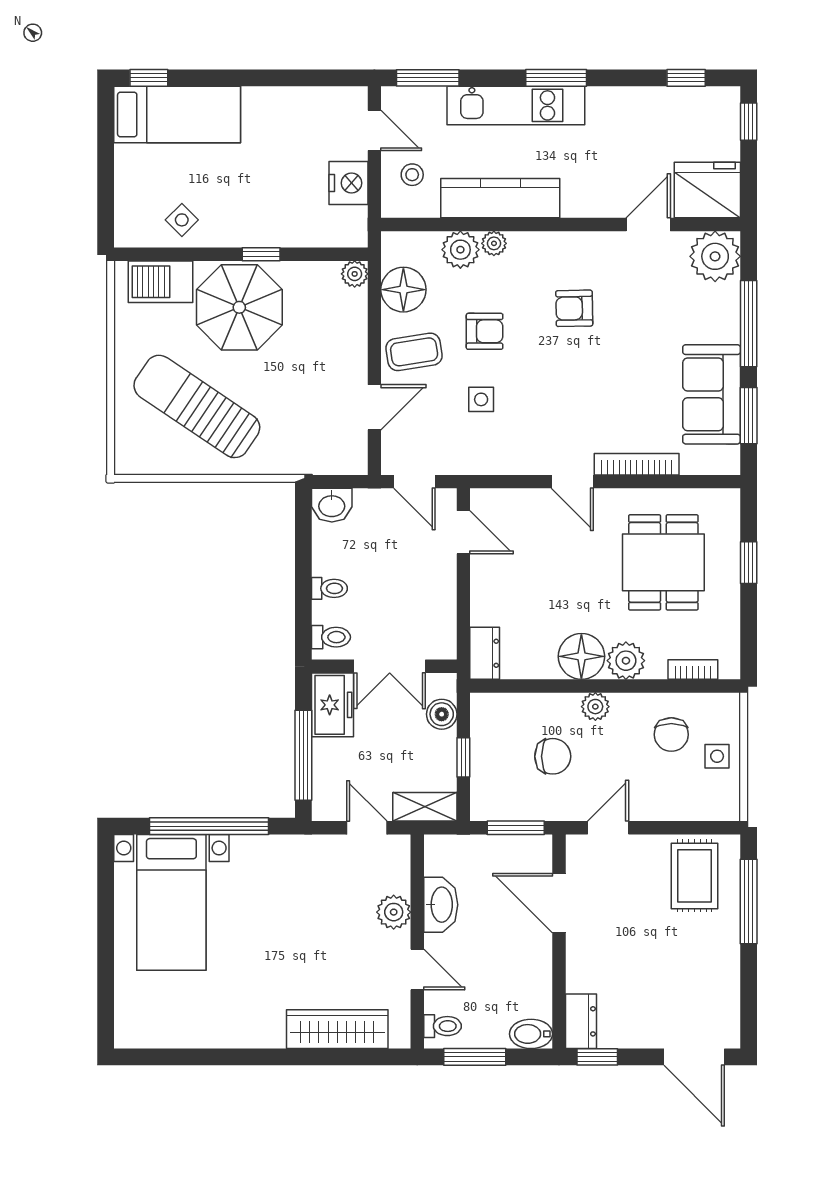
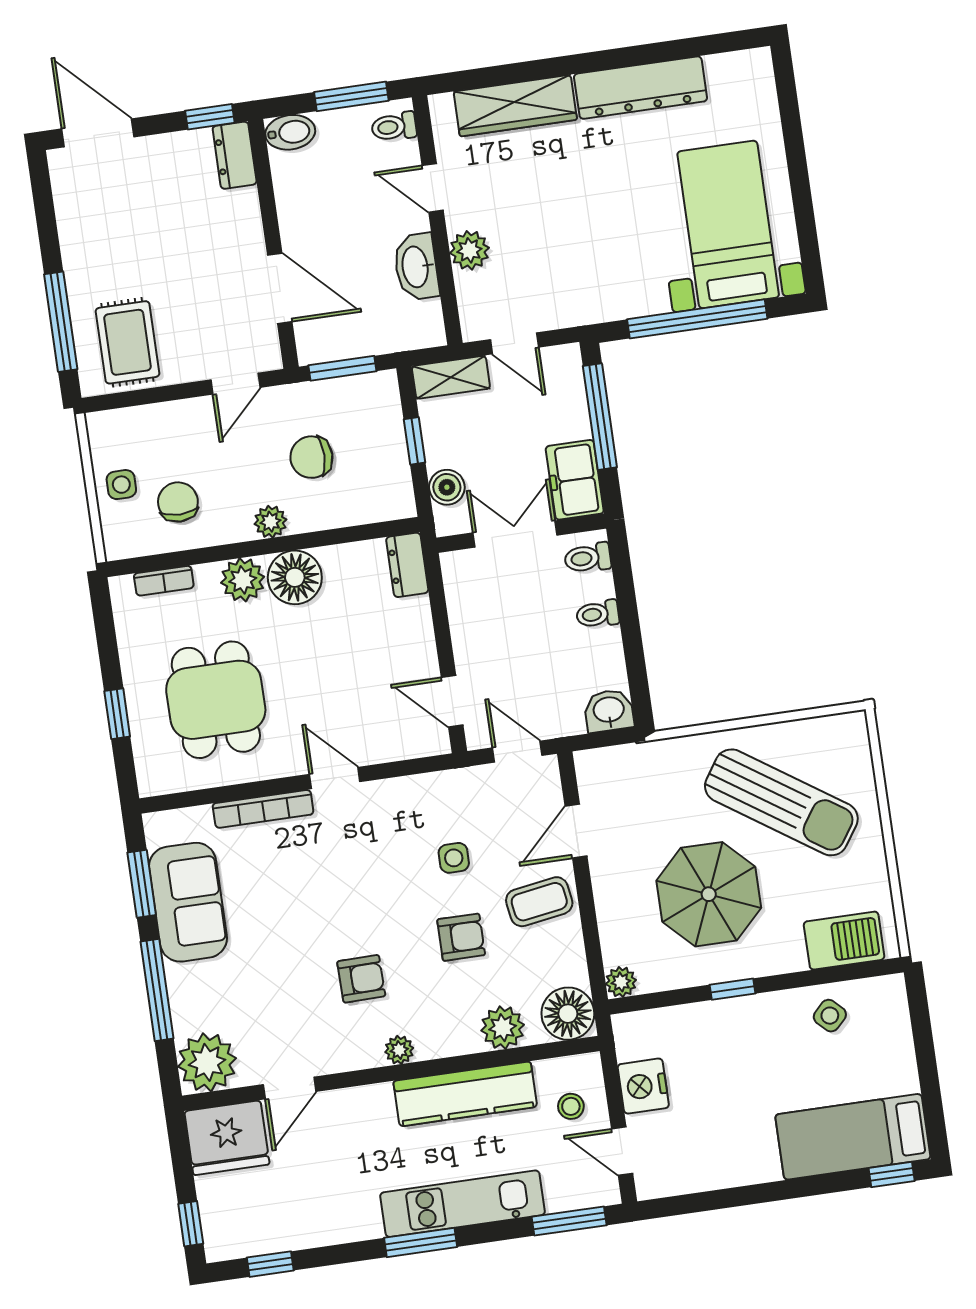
plant: (494, 243) -> (399, 1050), moved
floor lamp: (403, 290) -> (568, 1014), moved
parasol: (239, 307) -> (709, 894), moved
armchair: (485, 331) -> (461, 937), turned 180
dresser: (229, 1029) -> (641, 88), added

